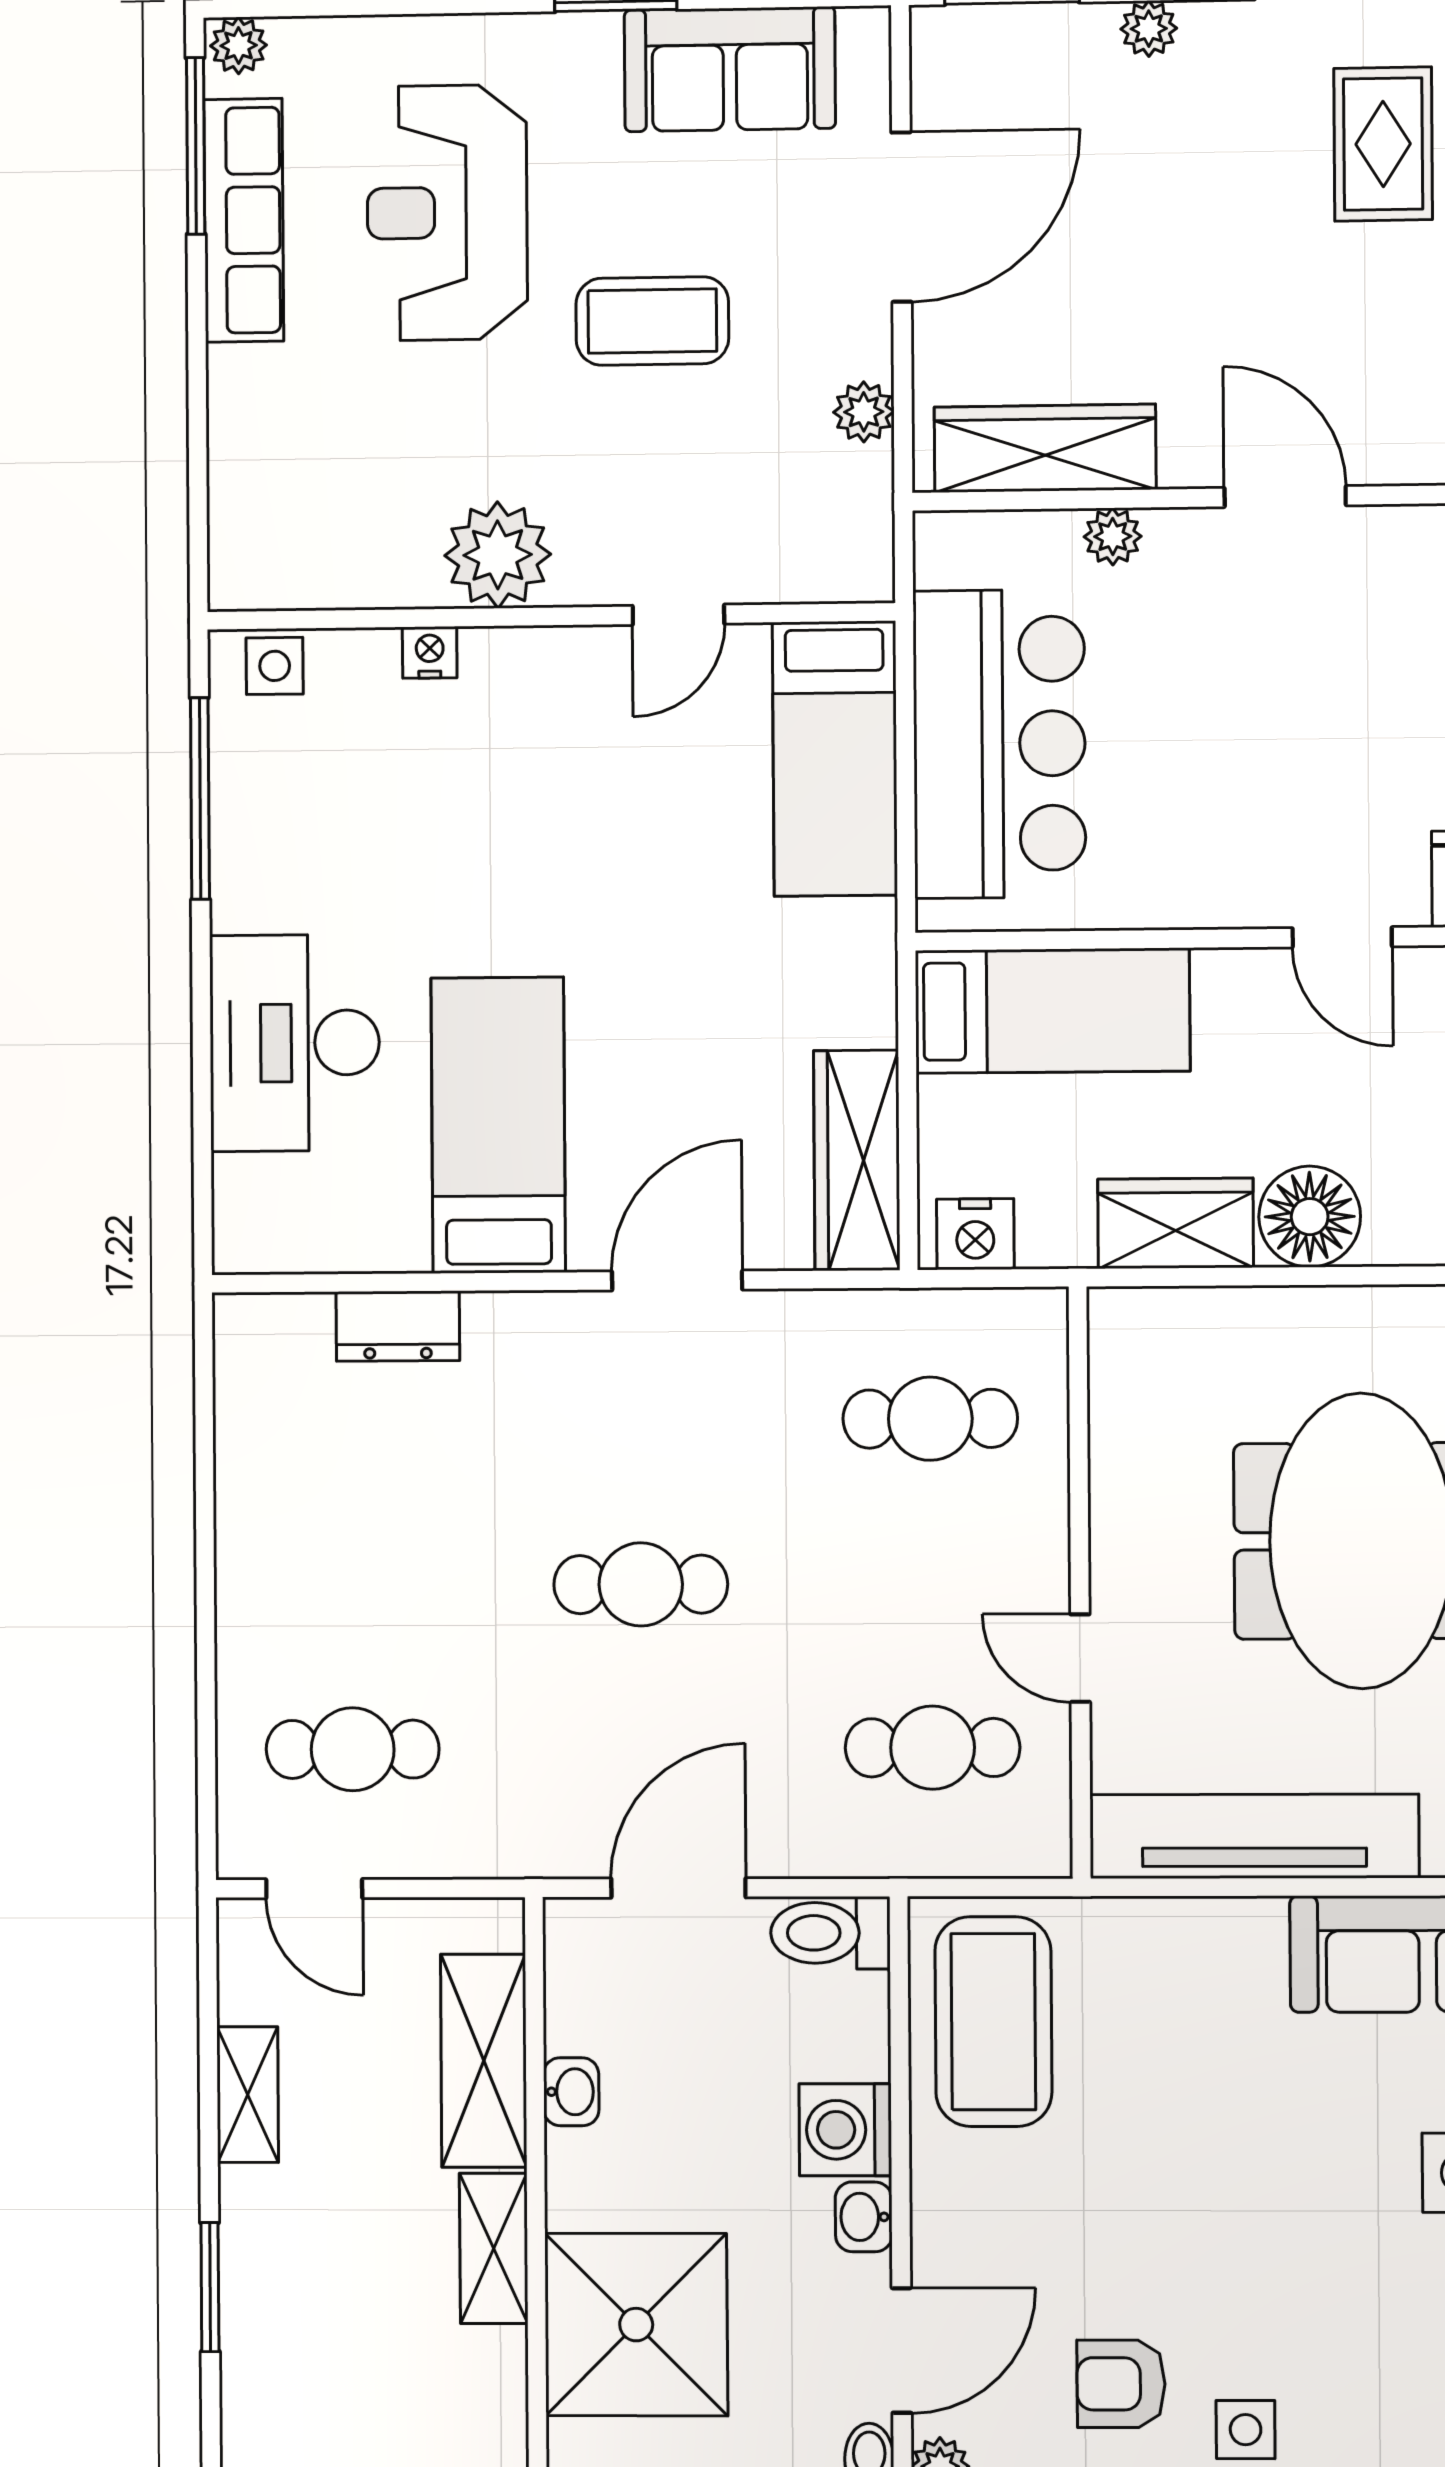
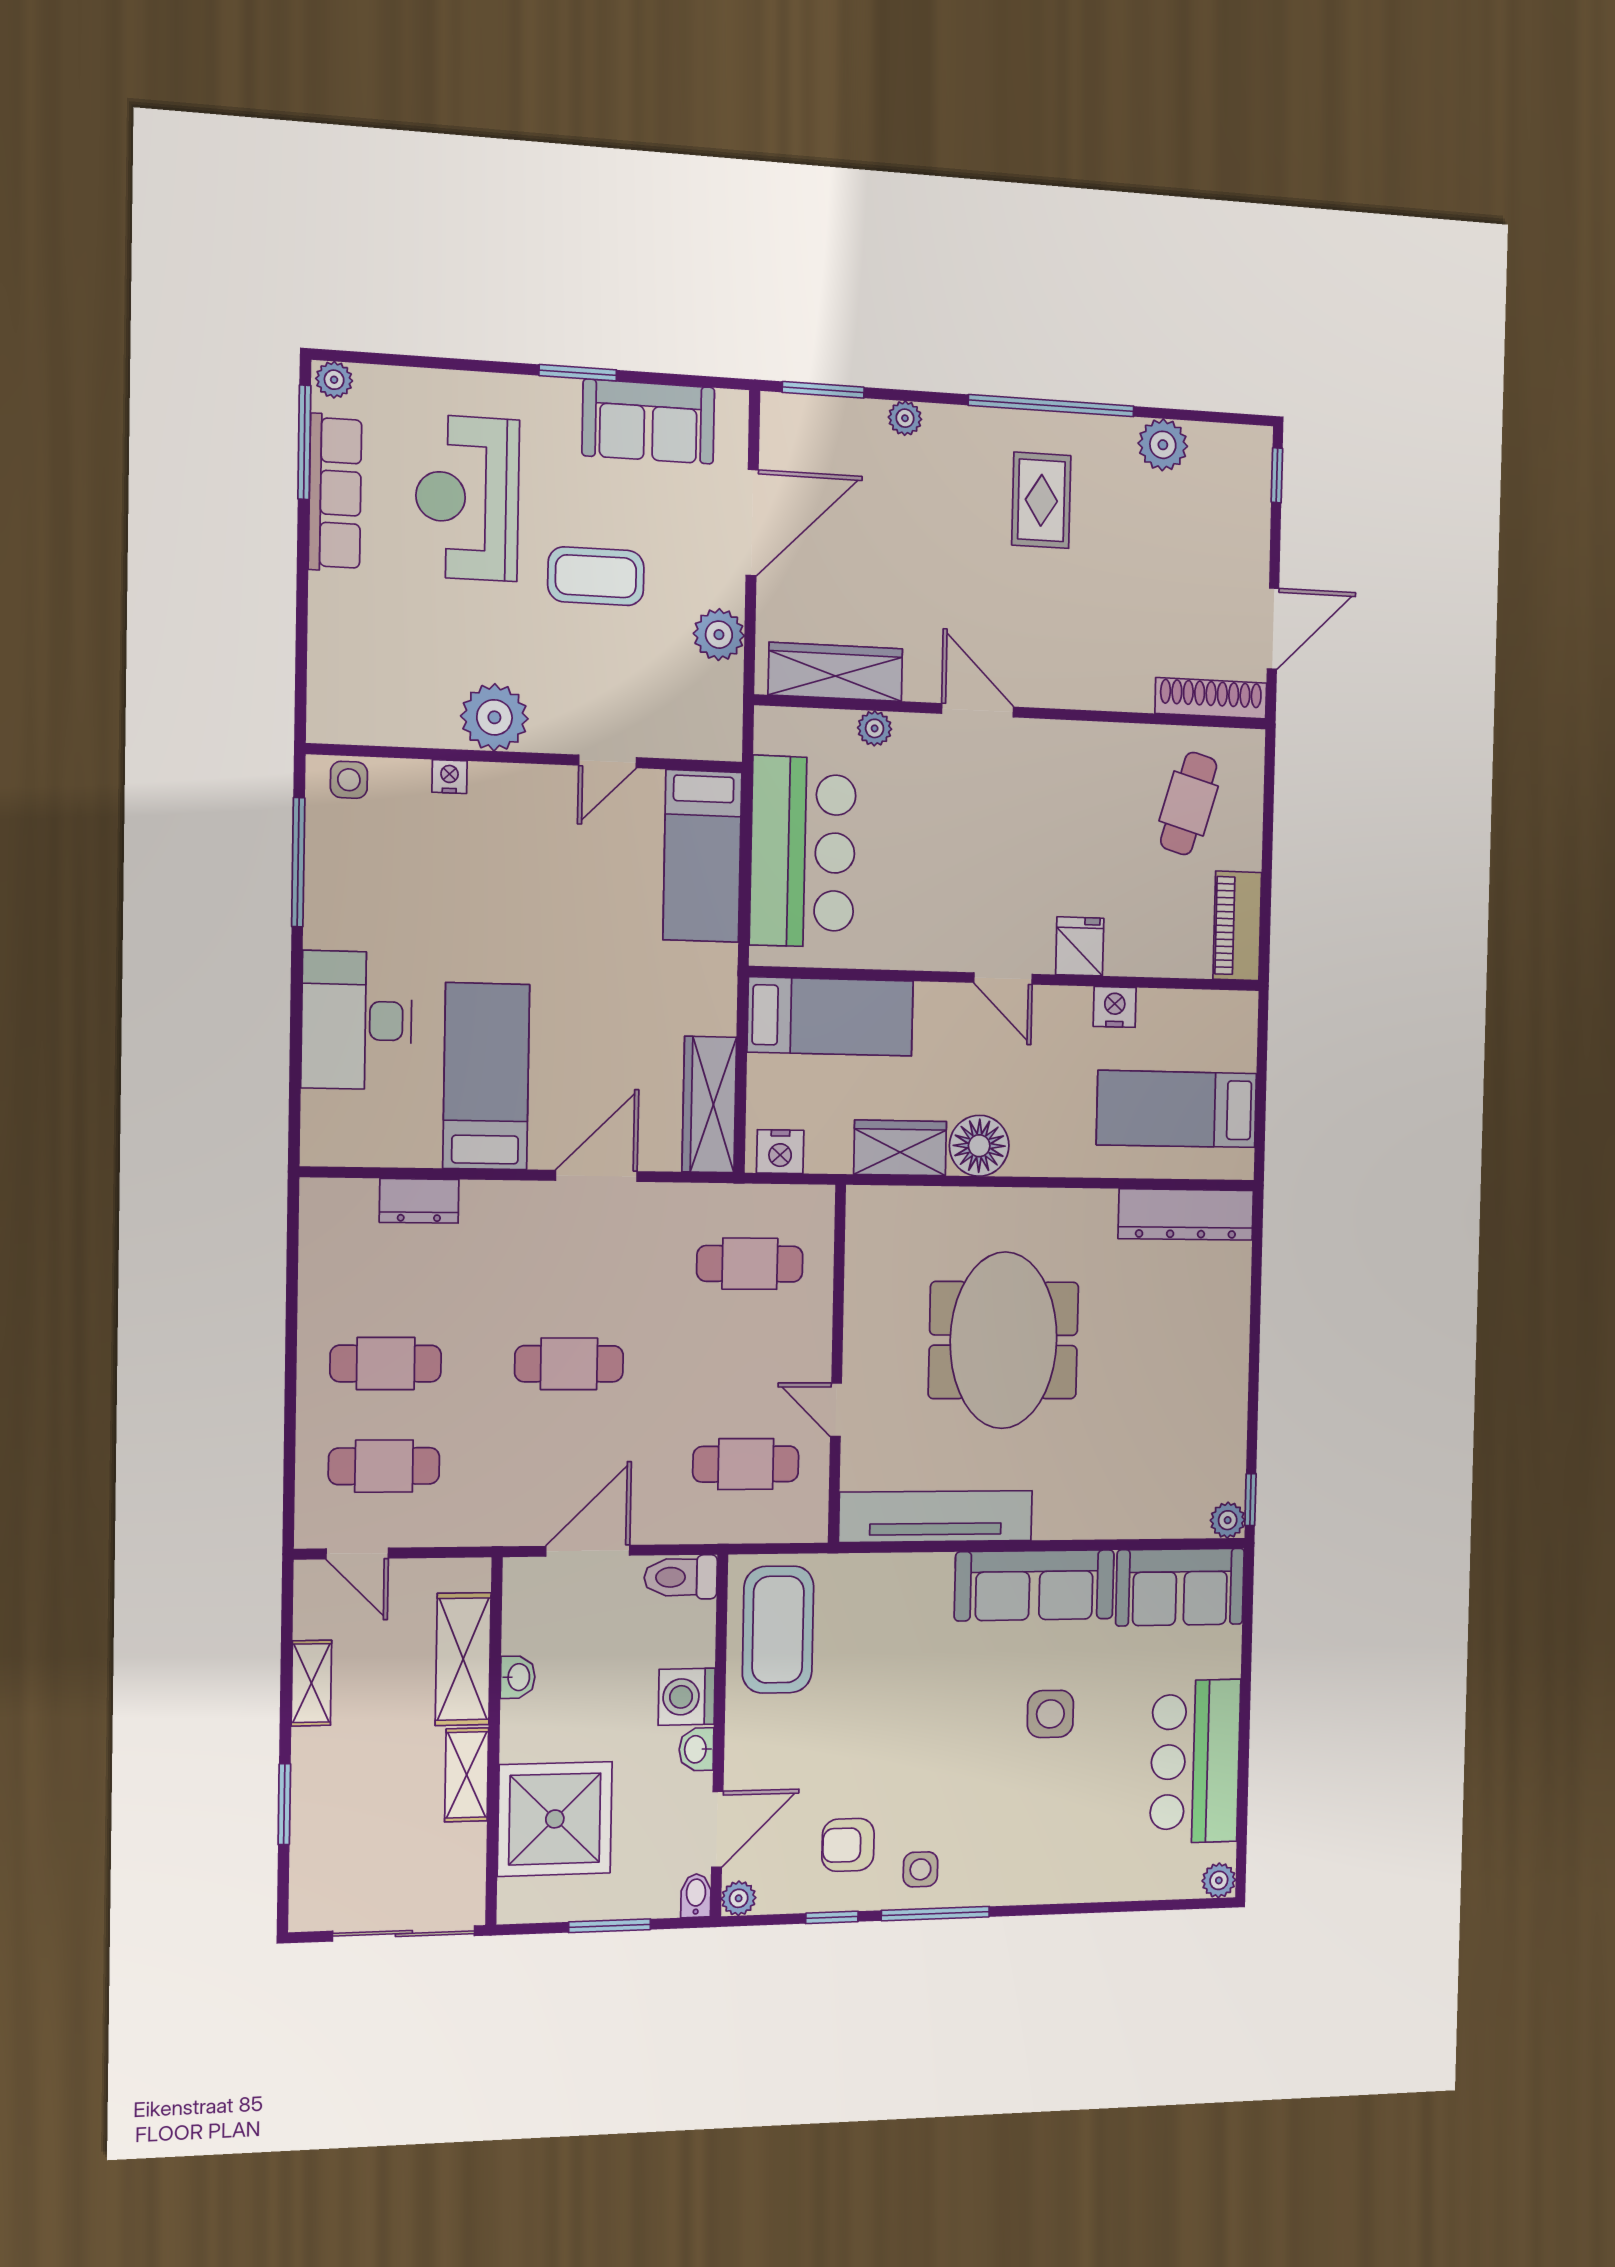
plant: (864, 412) -> (719, 635), width x1.38, depth x1.38
cafe table: (352, 1586) -> (386, 1364), added

